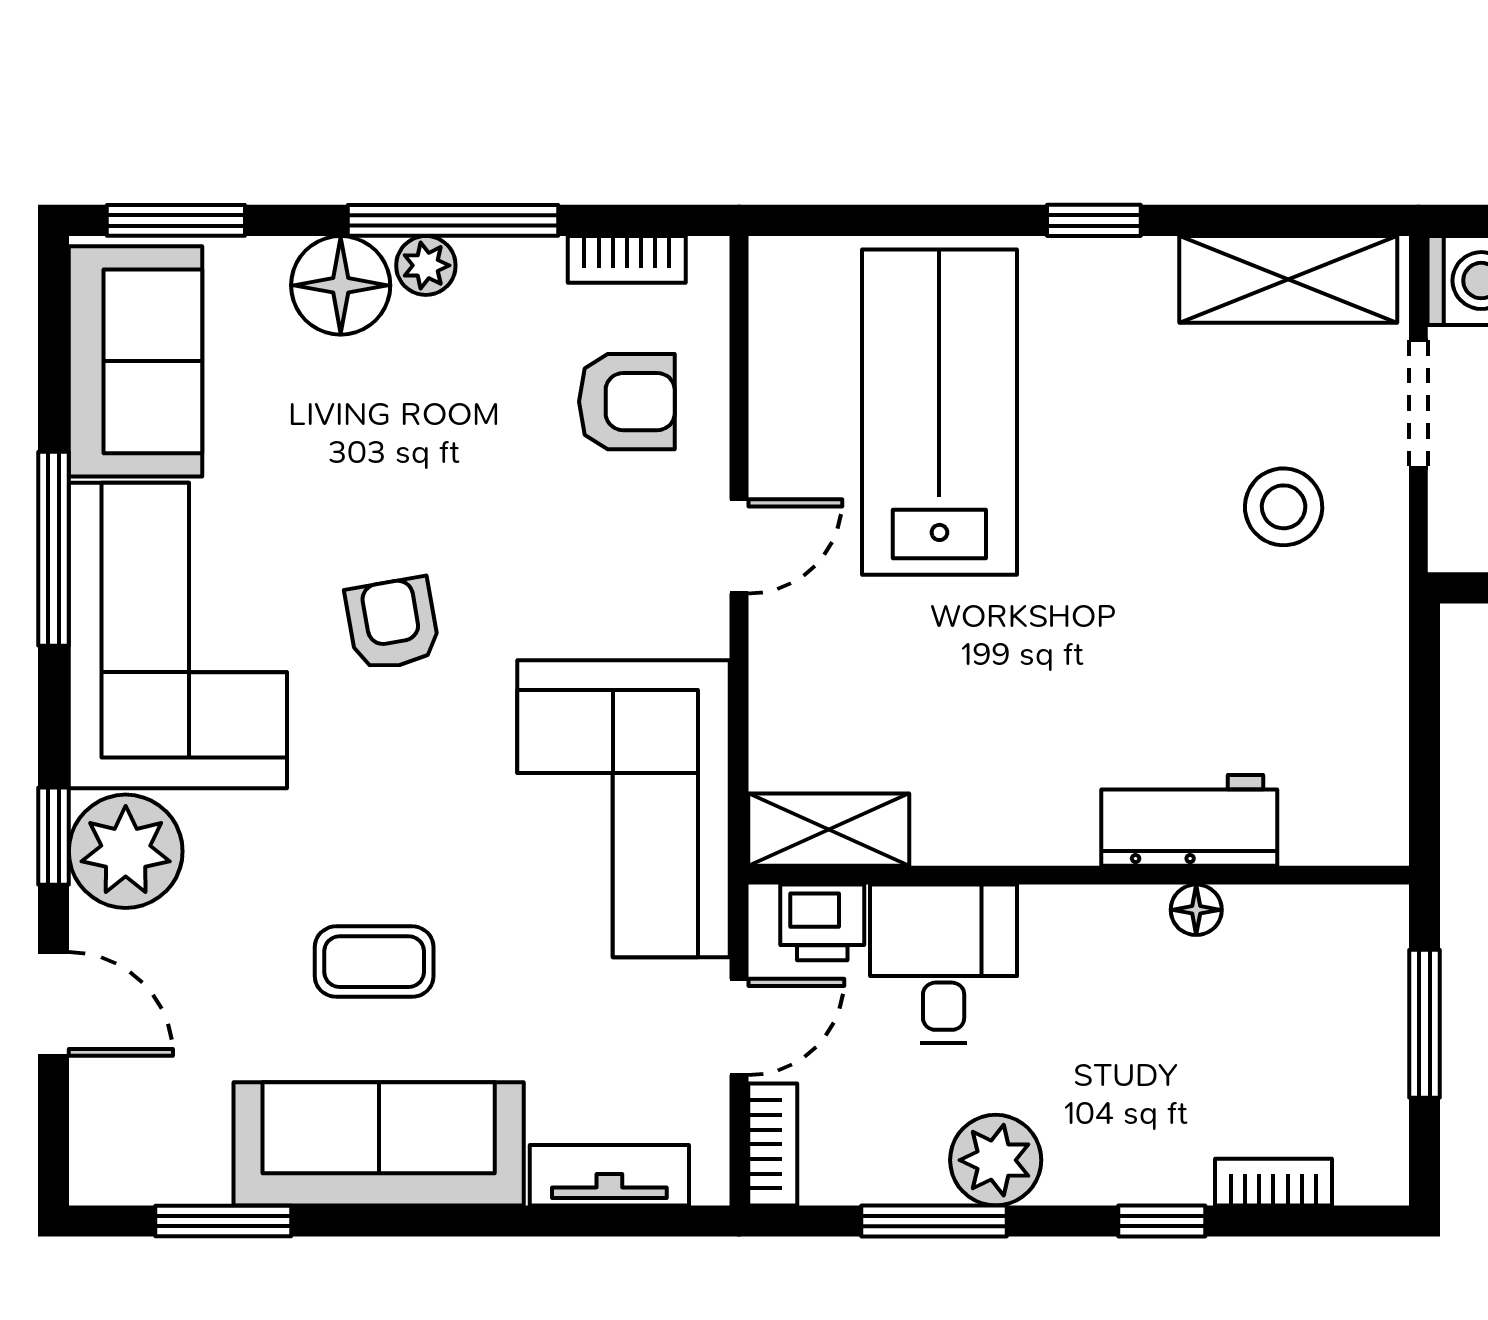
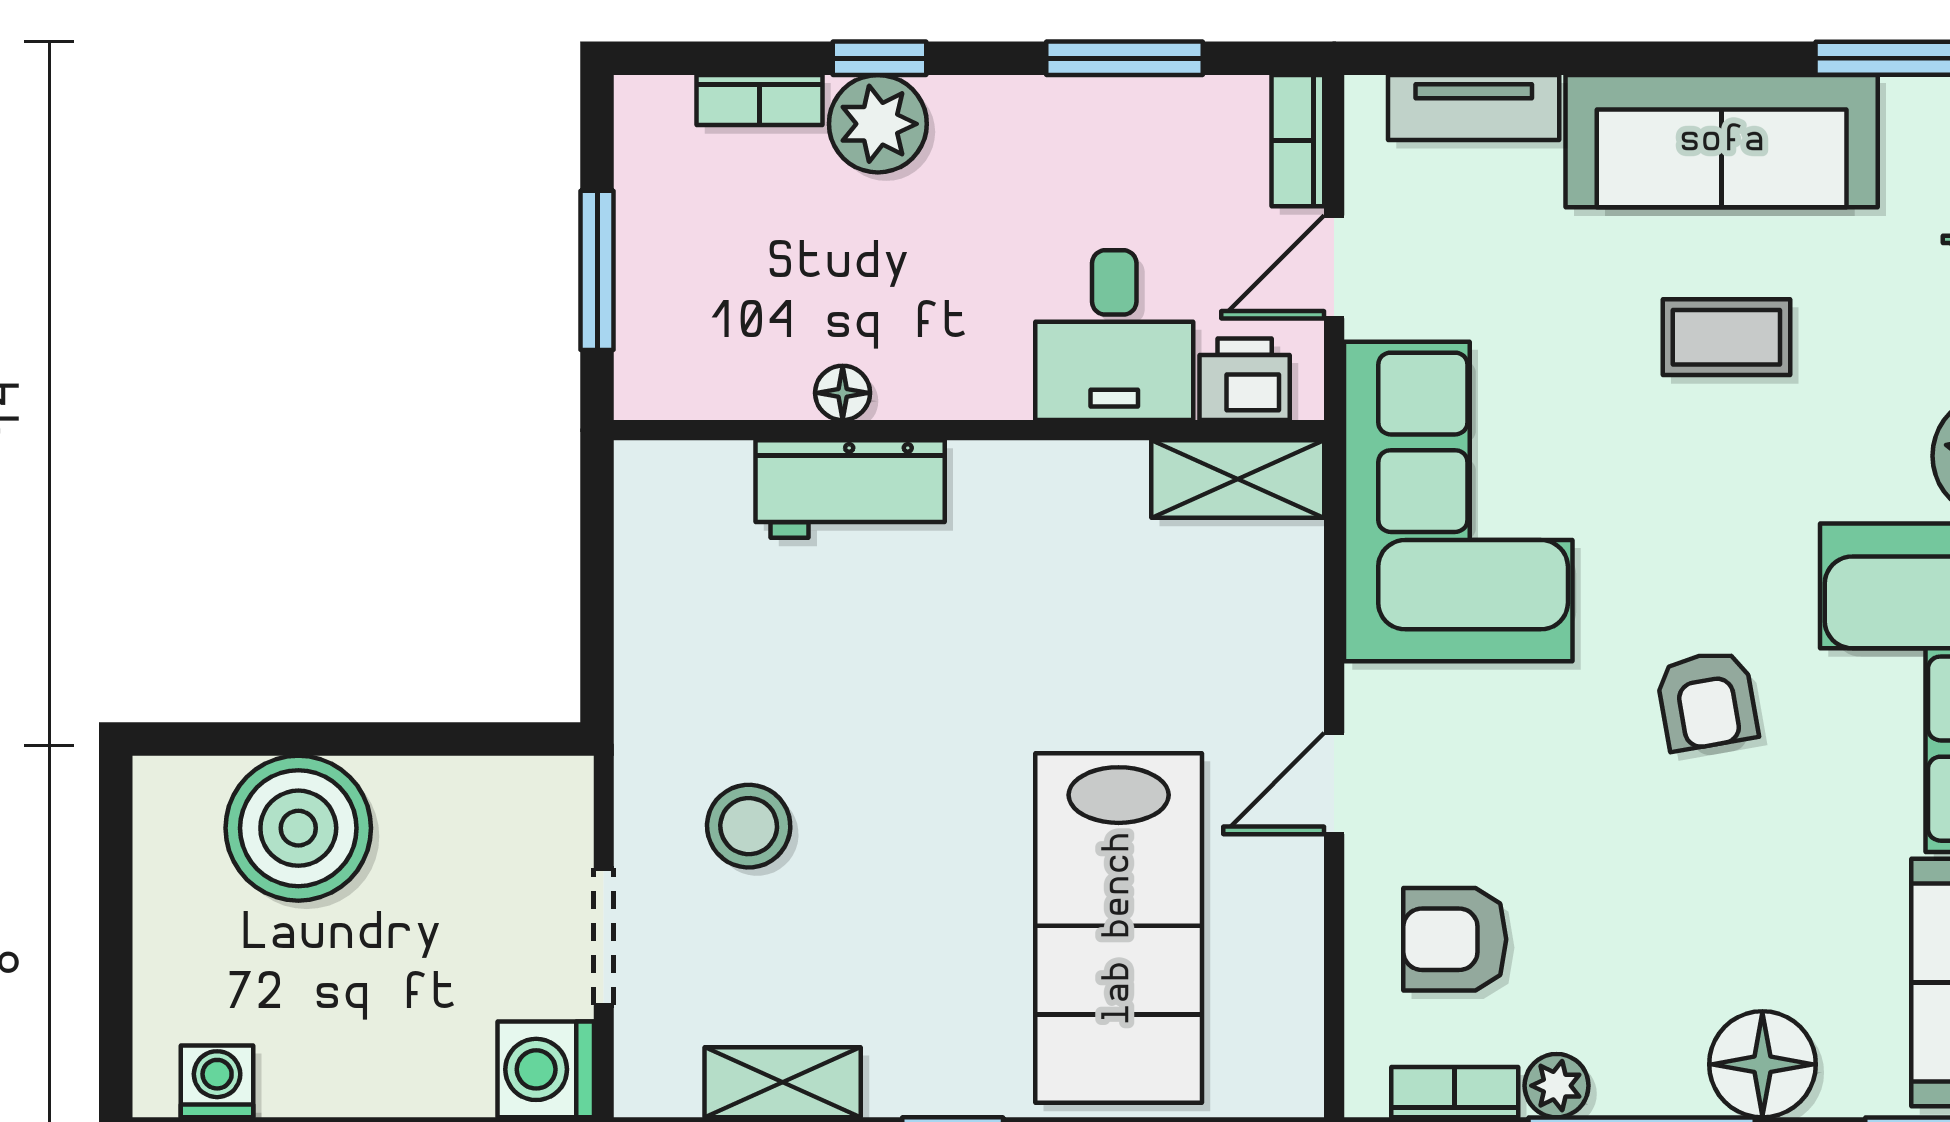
plant: (426, 265) -> (1557, 1086), moved
shelving: (1288, 279) -> (783, 1082), width x0.67, depth x0.75
plant: (996, 1160) -> (878, 124), moved

